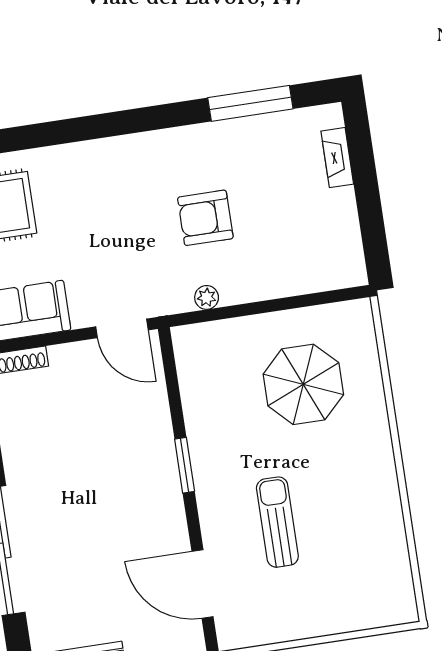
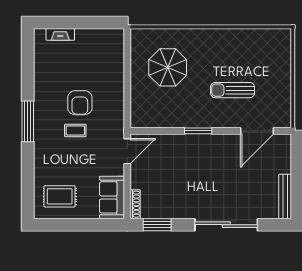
window: (250, 103) -> (28, 121), moved
coffee table: (148, 217) -> (75, 130), added
plant: (207, 297) -> (118, 108), removed

